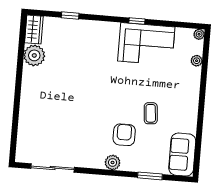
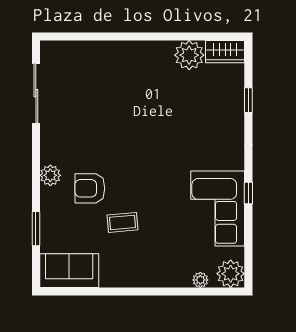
plant: (199, 34) -> (231, 274), width x1.88, depth x1.88
armchair: (124, 135) -> (90, 188), turned 180

